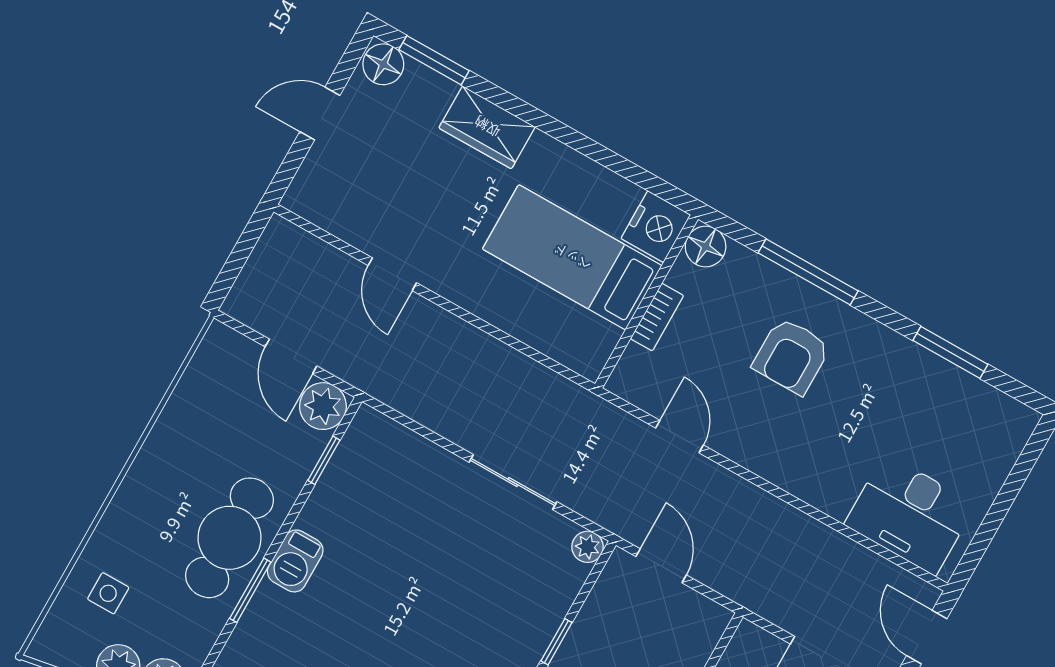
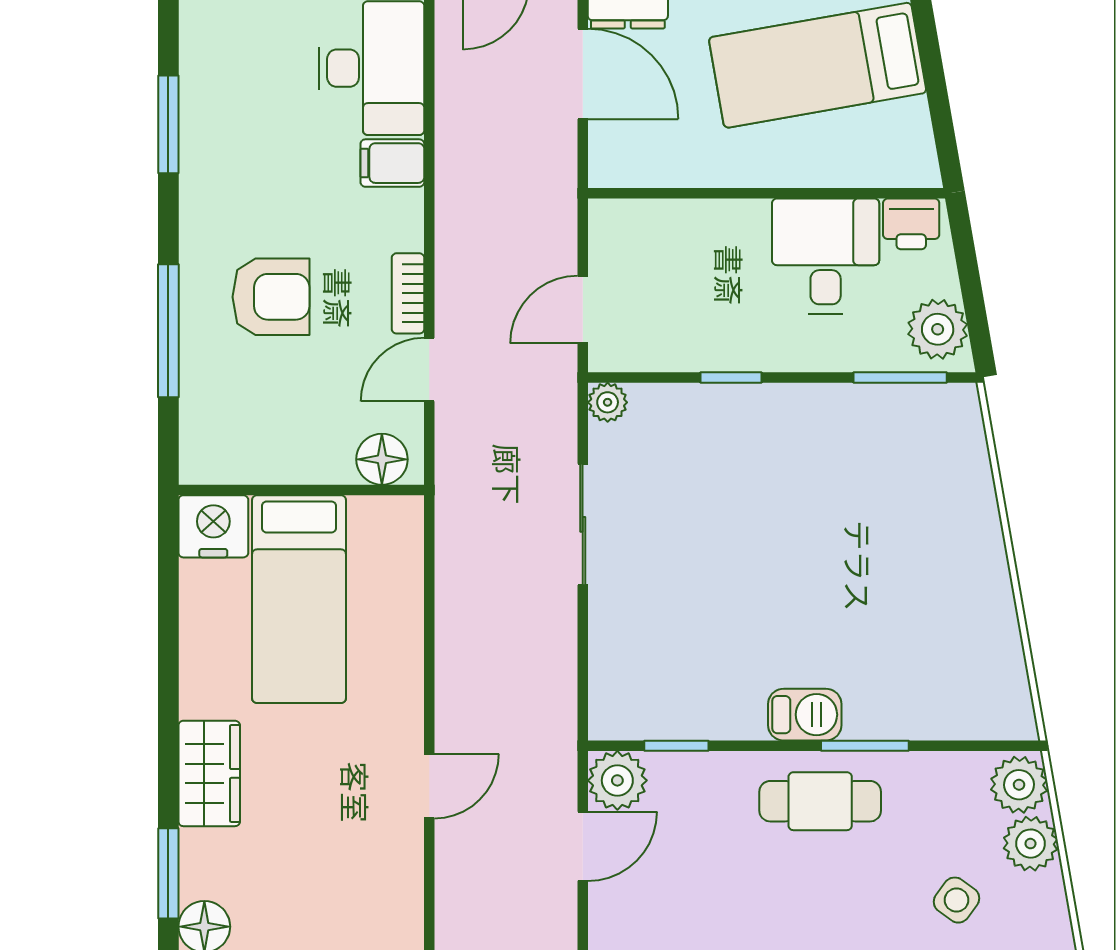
floor lamp: (706, 246) -> (382, 459), moved
bookcase: (657, 317) -> (408, 293), moved, turned -90
filing cabinet: (836, 492) -> (392, 163), added
cafe table: (229, 538) -> (820, 801), width x0.73, depth x0.74
side table: (108, 593) -> (957, 900), turned 36

